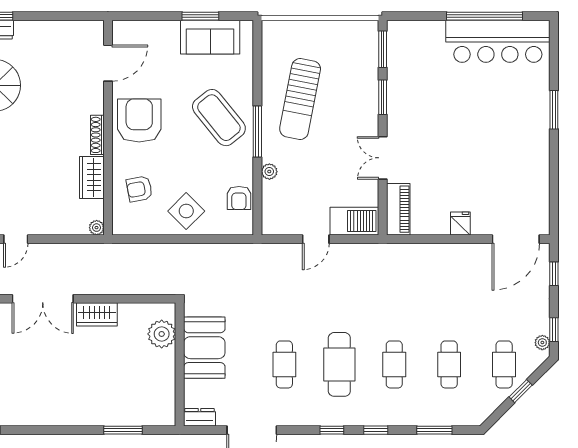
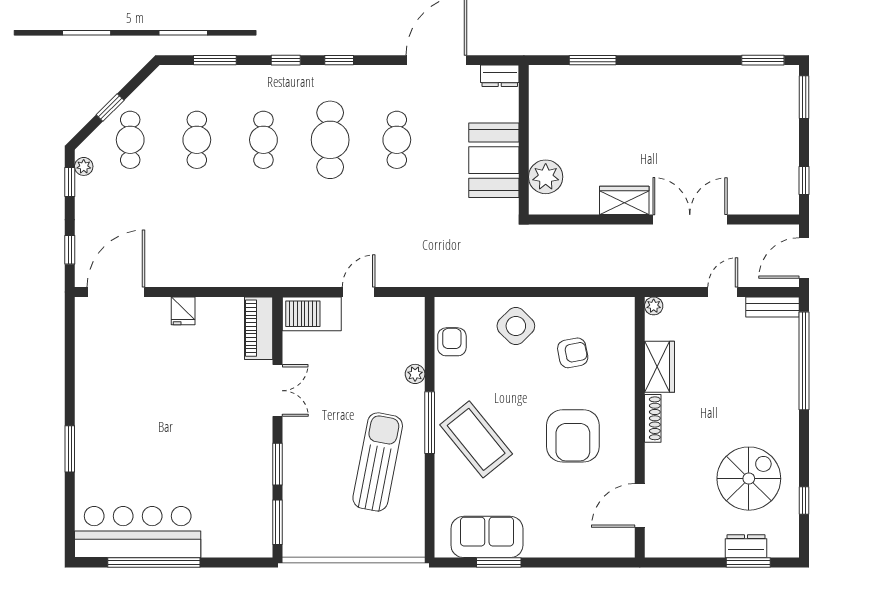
door: (108, 63) -> (640, 505), moved
wall: (108, 128) -> (640, 427), moved
shoe rack: (97, 135) -> (653, 418), moved
wardrobe: (92, 177) -> (659, 367), moved
plant: (97, 228) -> (654, 306), moved

